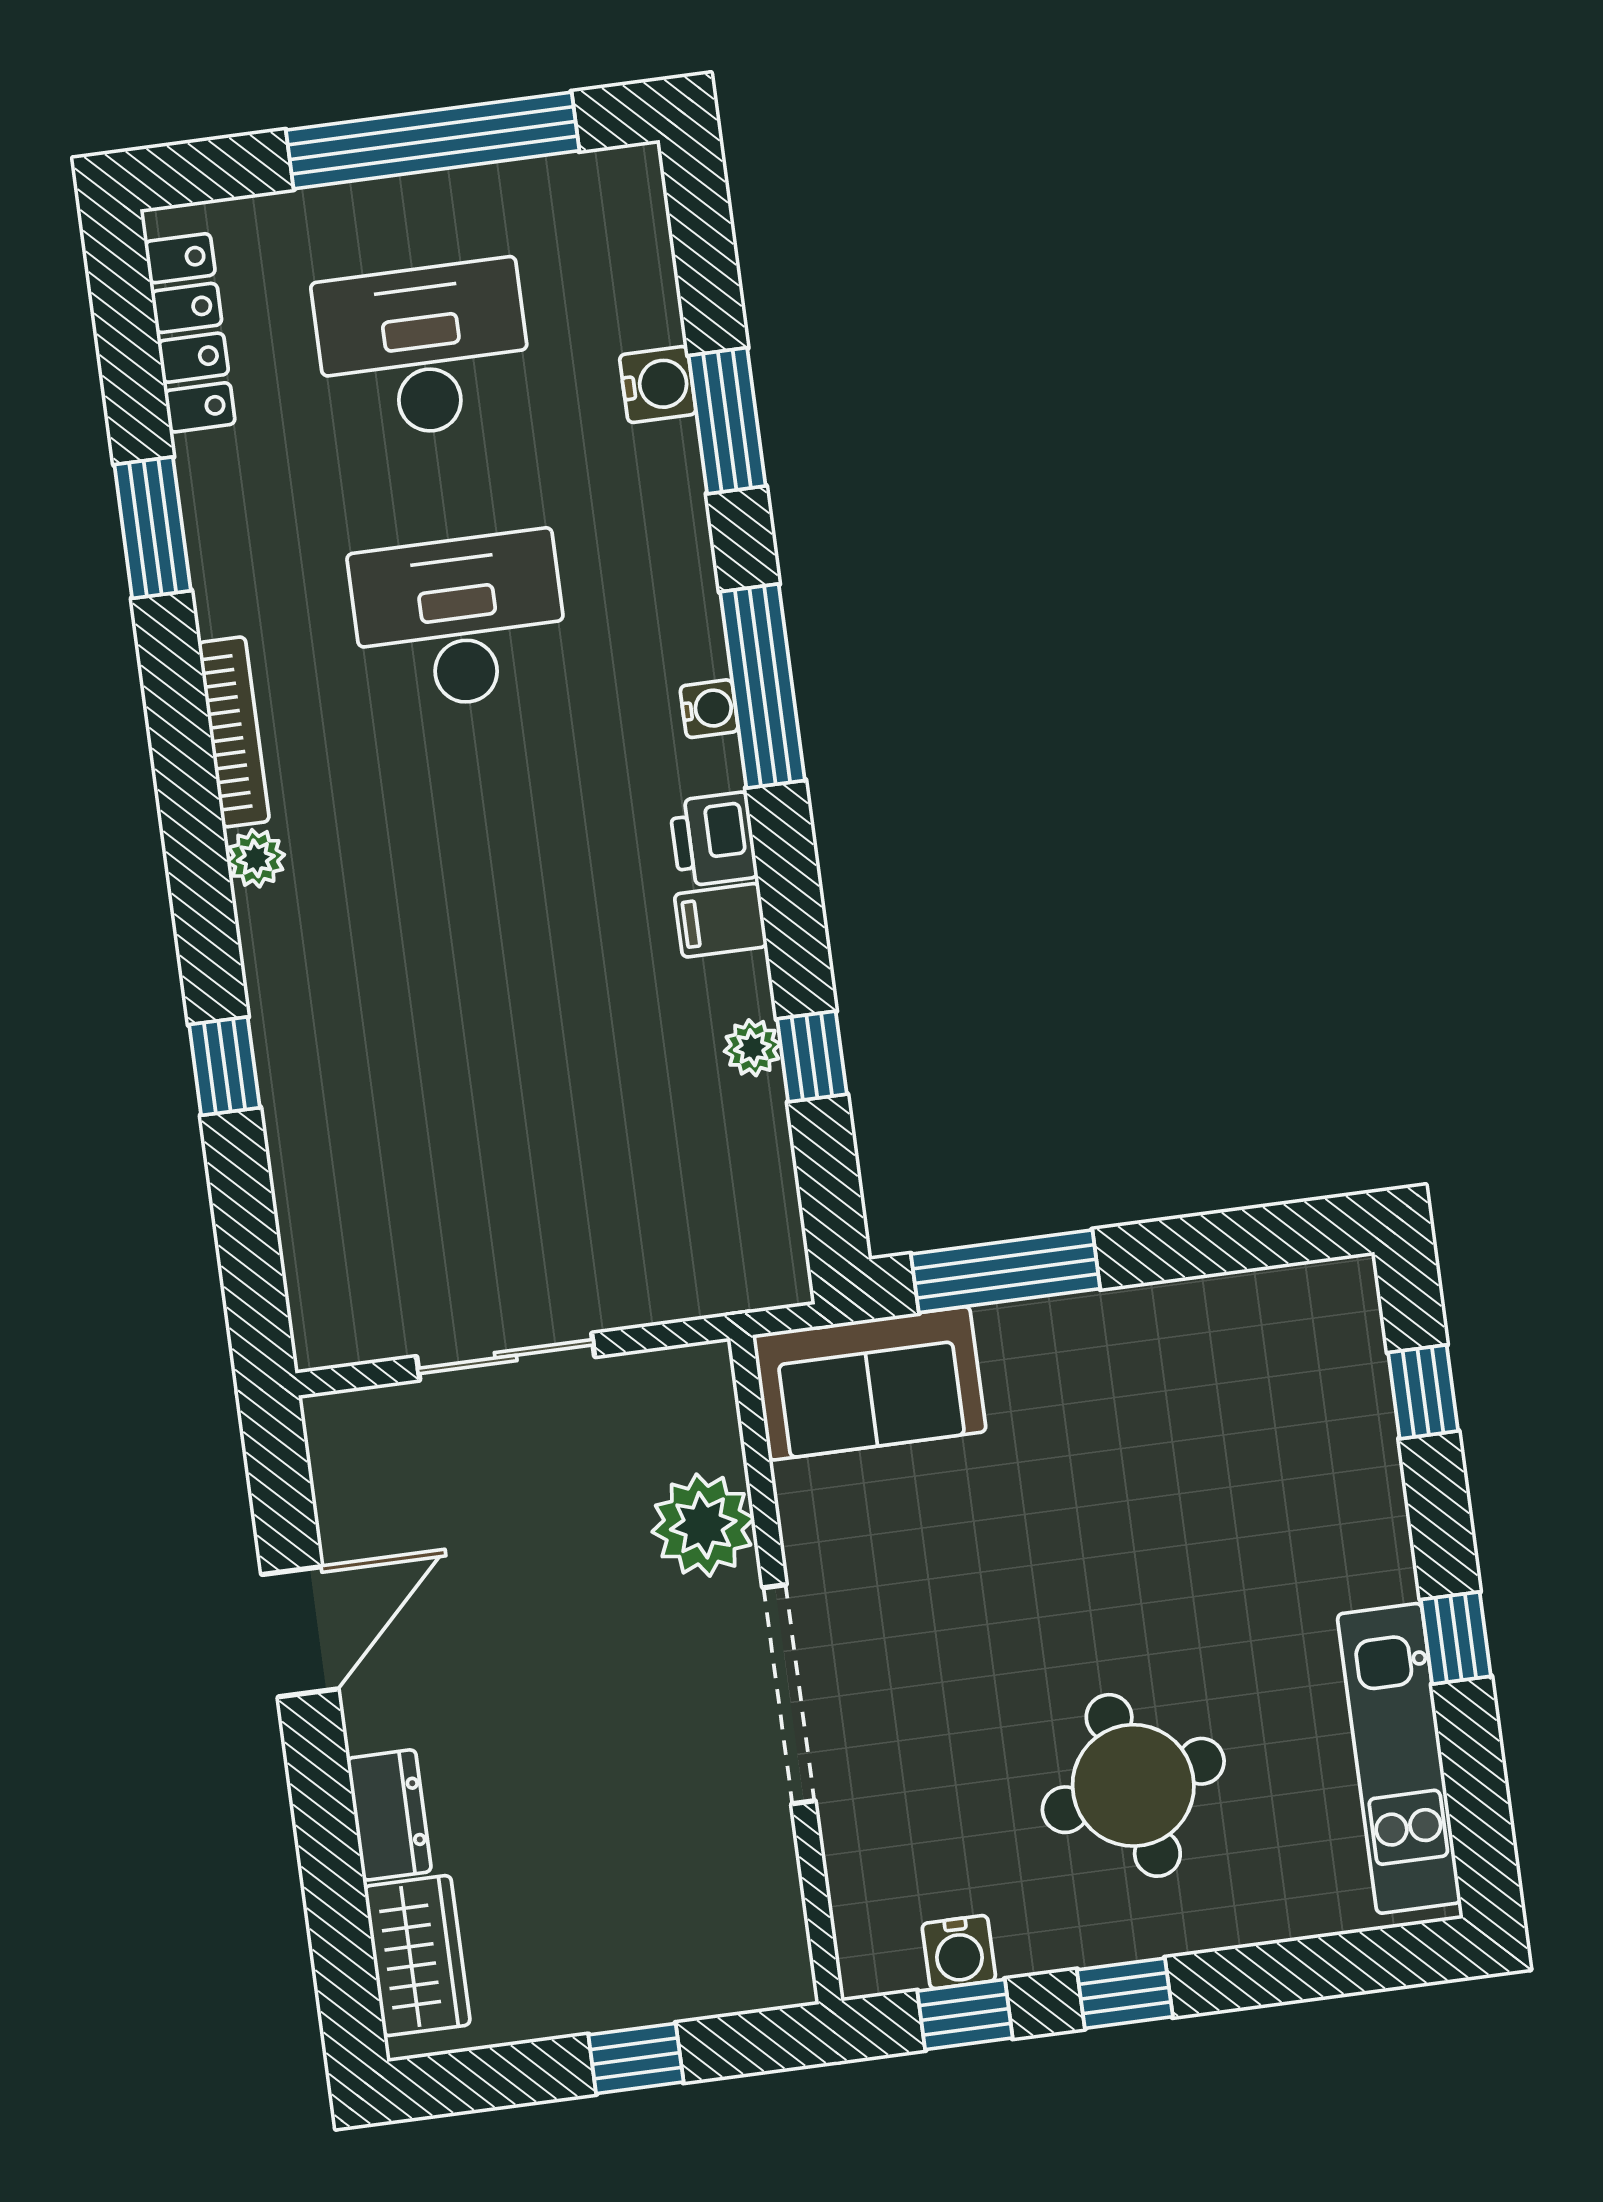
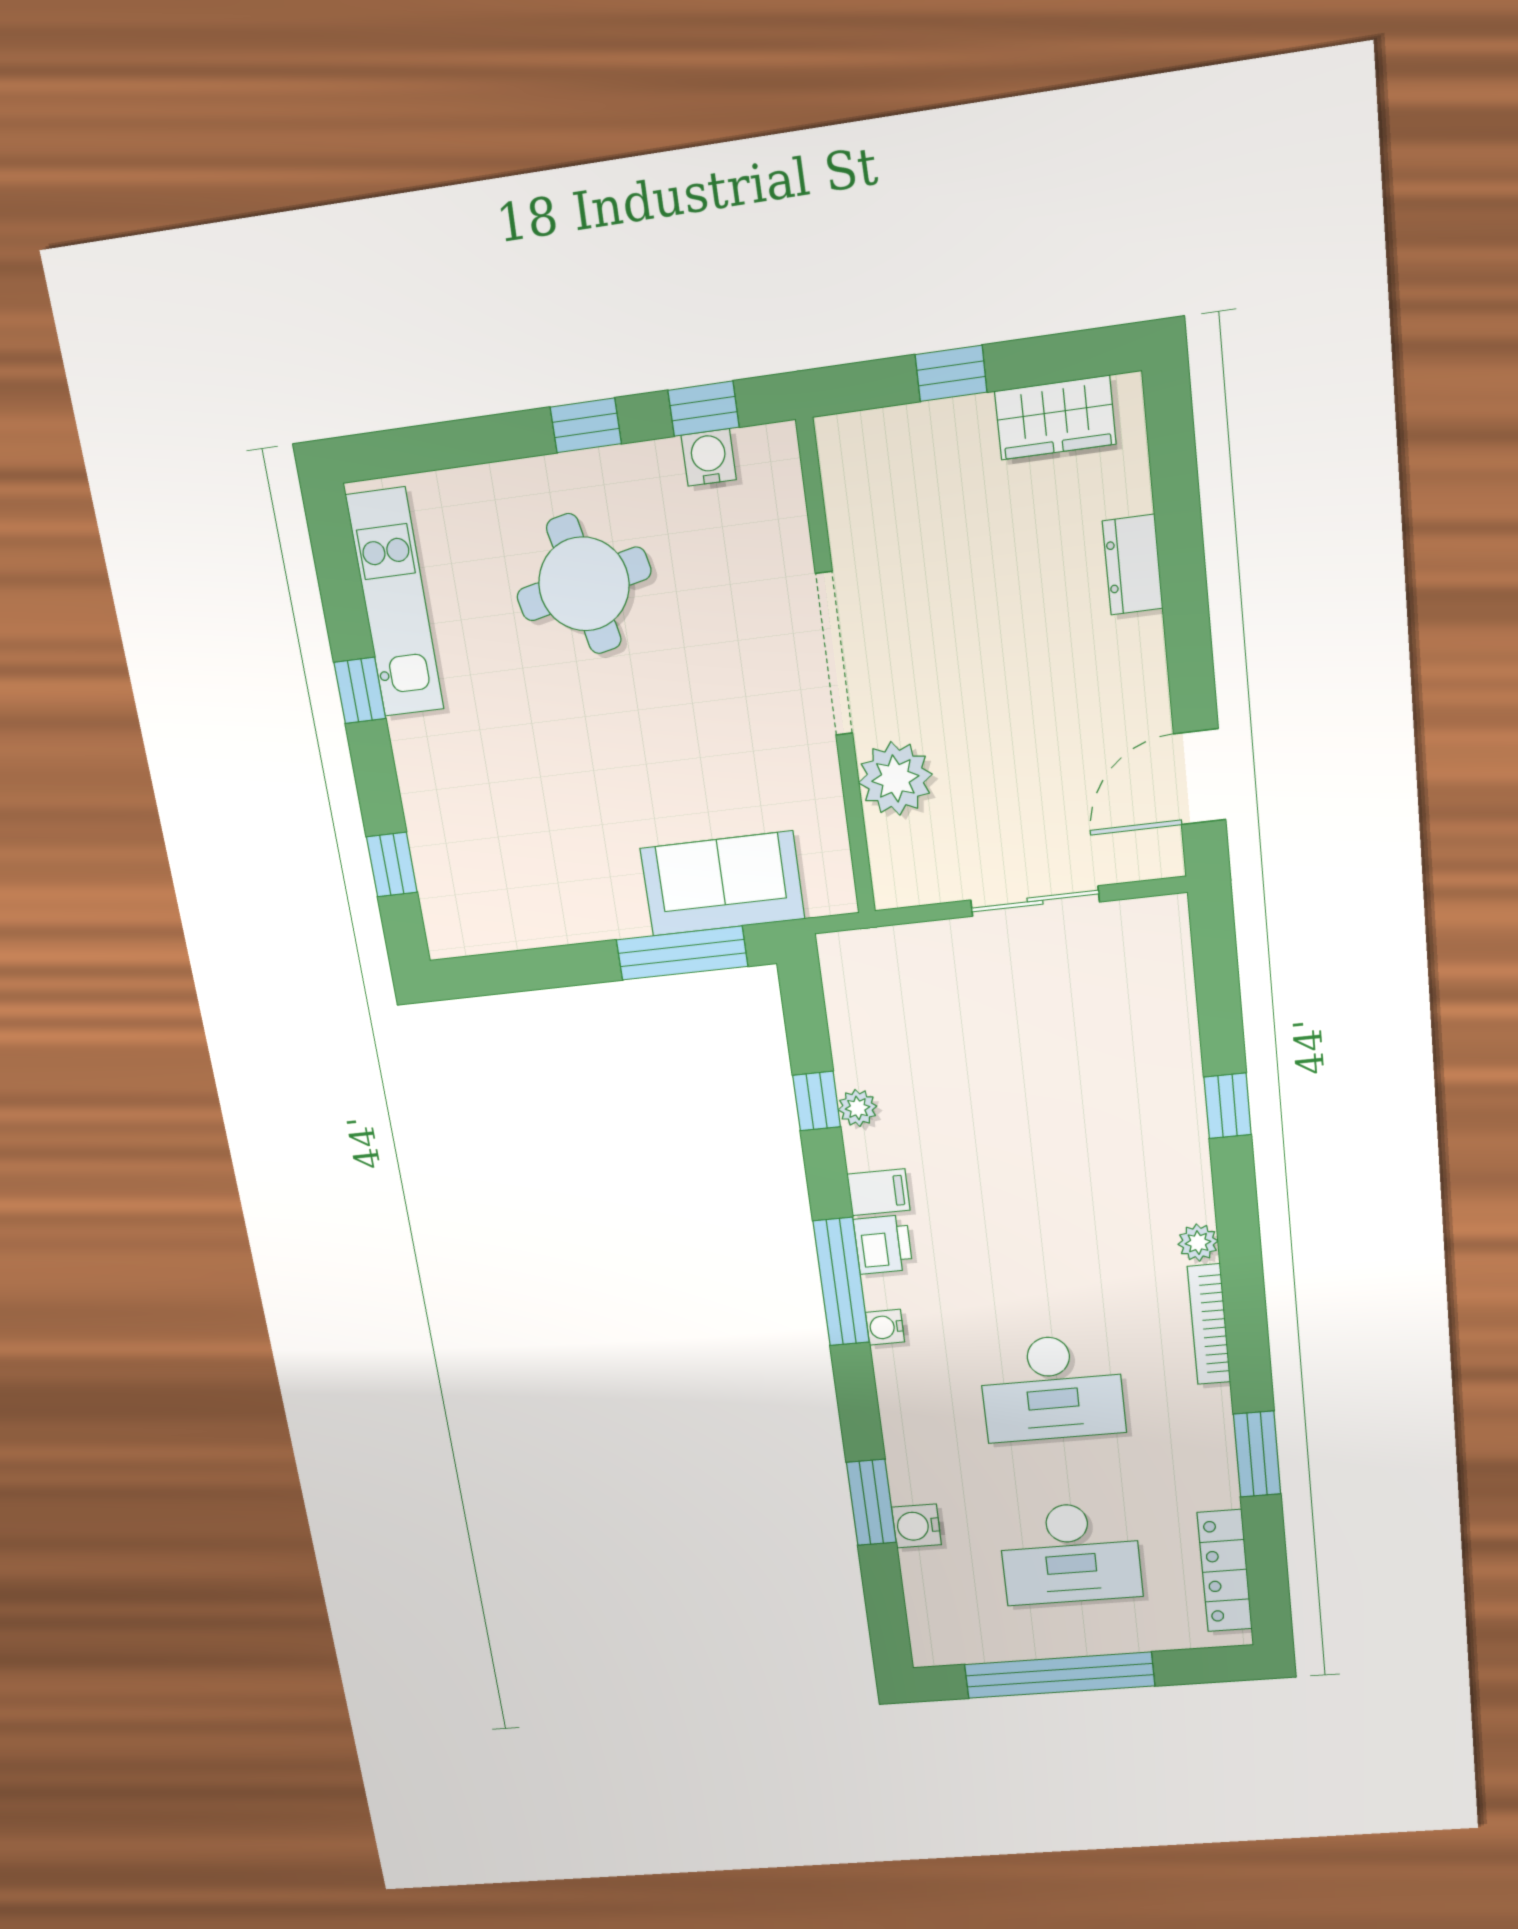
window: (762, 686) -> (841, 1282), moved
sofa: (869, 1383) -> (722, 884), moved
door: (300, 1632) -> (1200, 777), moved
wardrobe: (417, 1956) -> (1055, 418), moved, turned -90

